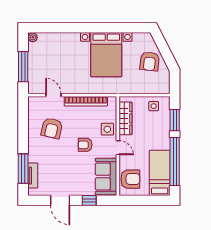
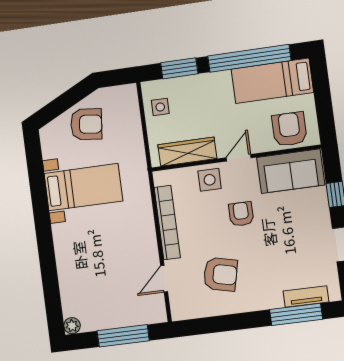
bed with nightstands: (106, 55) -> (83, 187), width x0.73
armchair: (85, 145) -> (241, 214), turned 180

